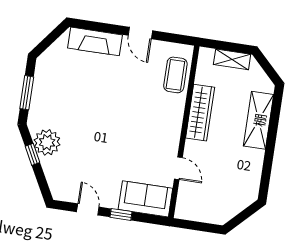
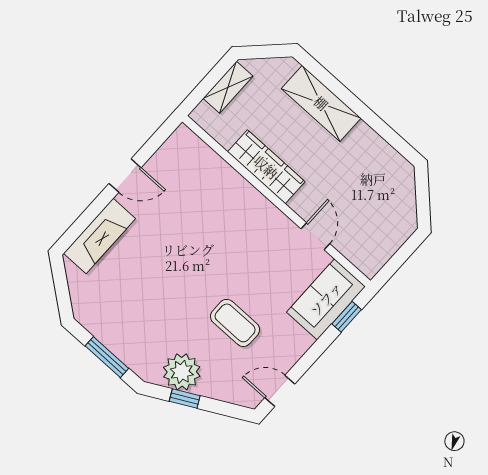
coffee table: (175, 75) -> (235, 323), moved
door: (178, 168) -> (315, 236), hinge flipped
door: (88, 209) -> (280, 391), moved
window: (121, 214) -> (347, 317), moved

